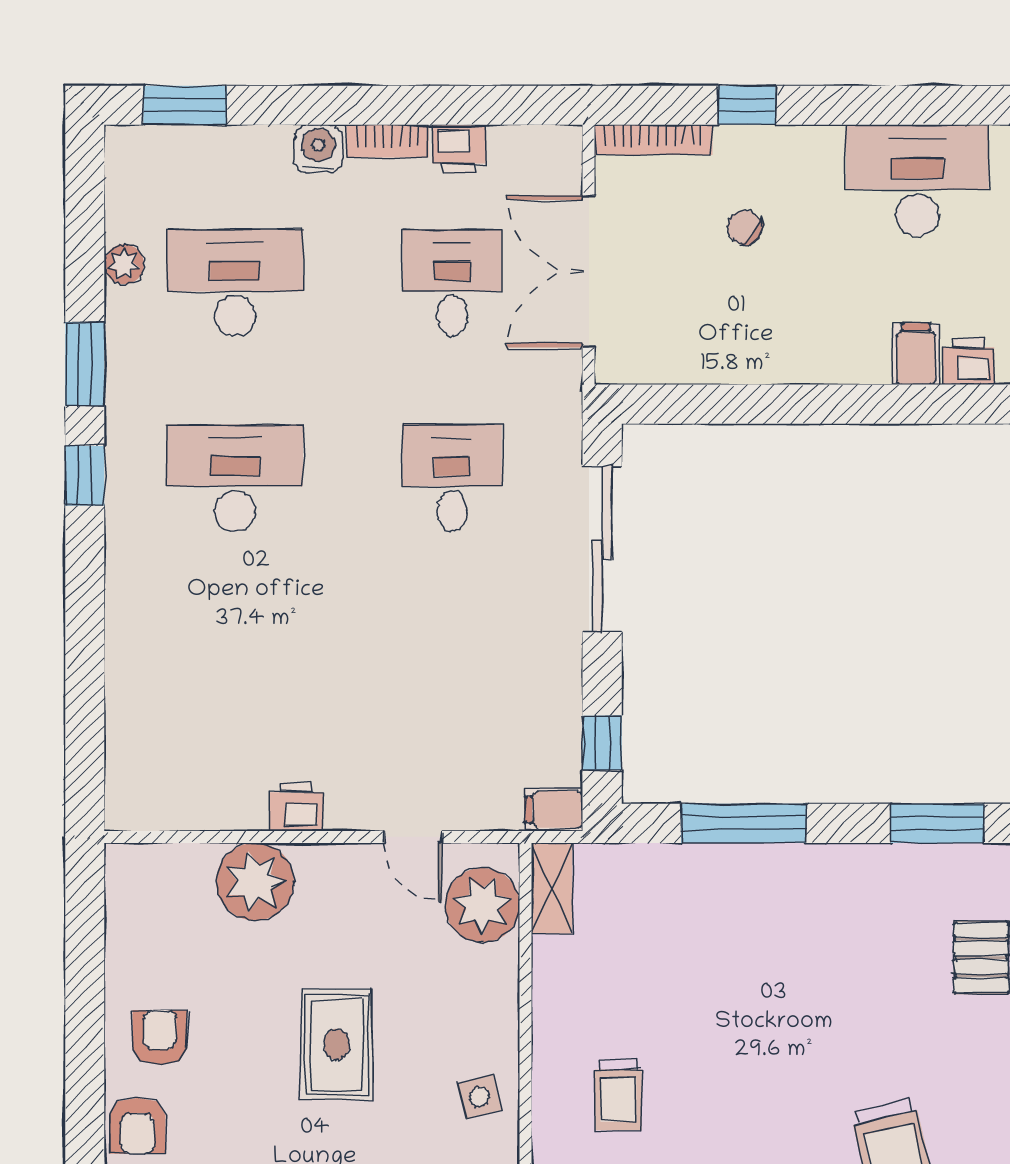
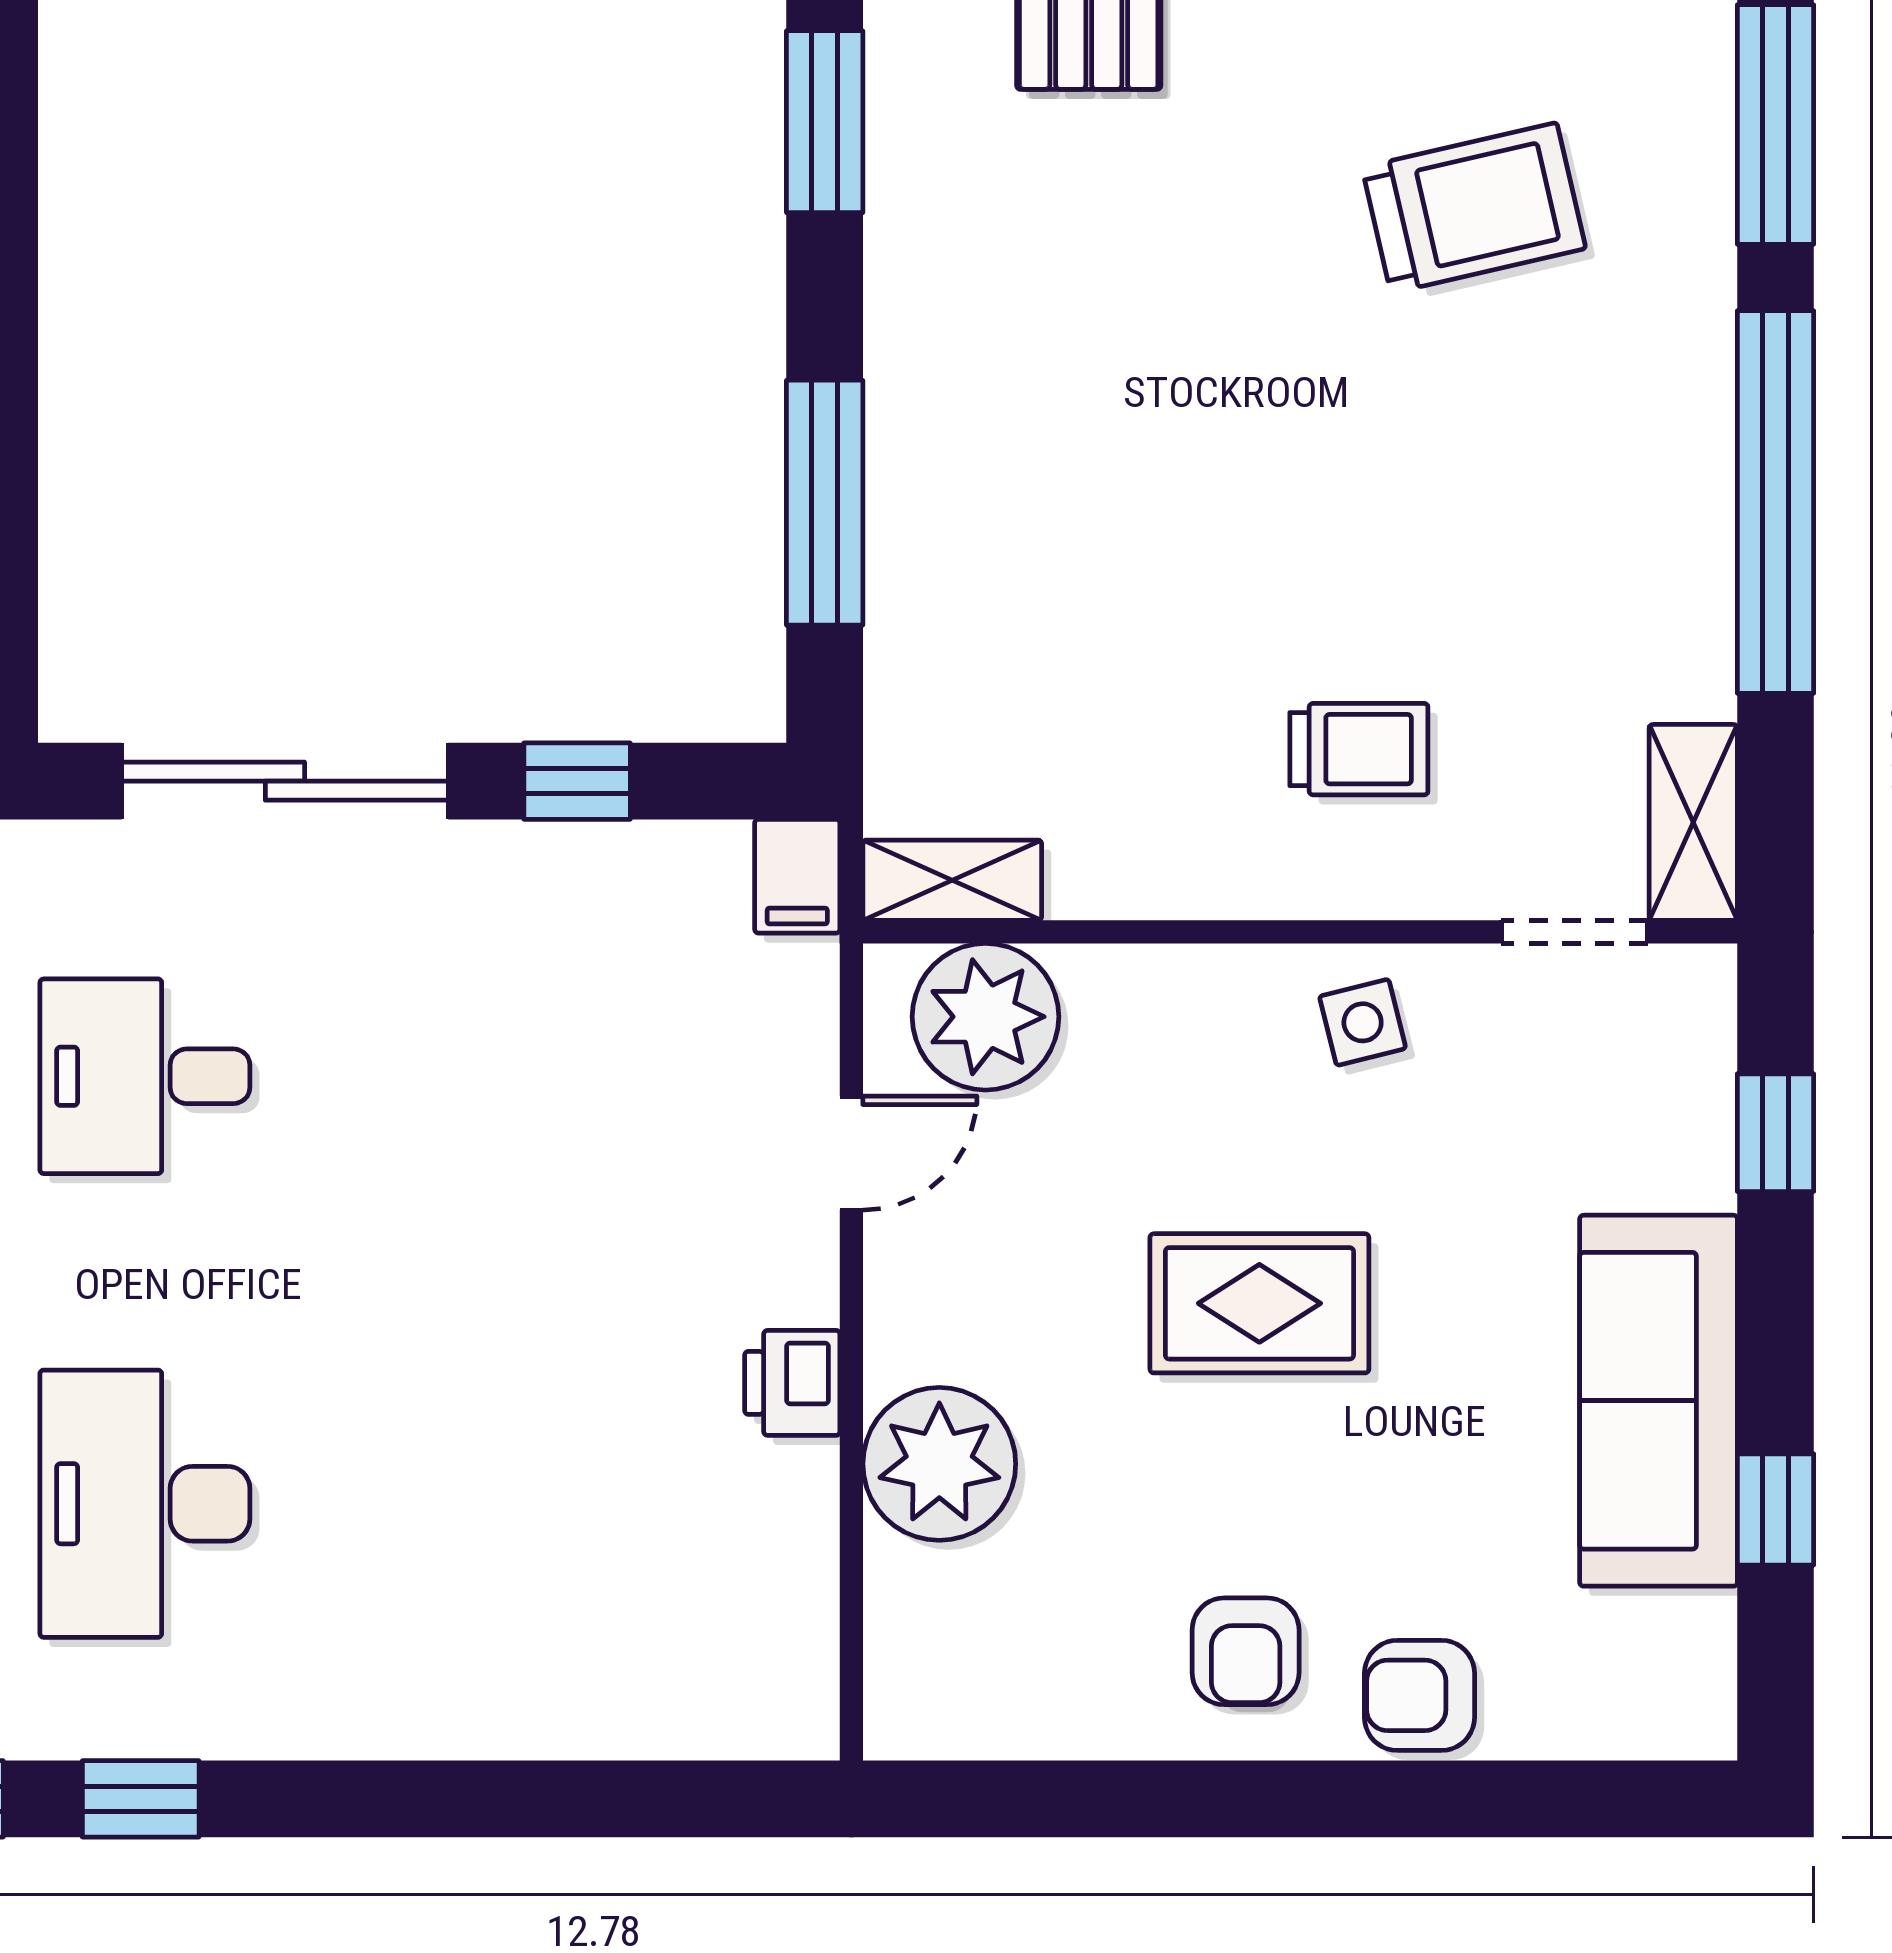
window: (602, 743) -> (577, 781), moved
armchair: (160, 1037) -> (1246, 1651), turned -90
armchair: (137, 1126) -> (1419, 1695), turned 180

